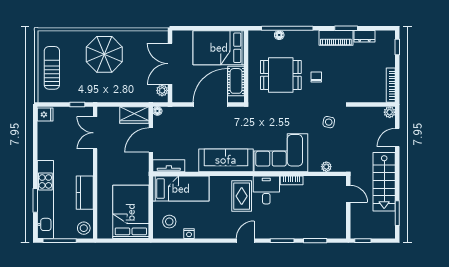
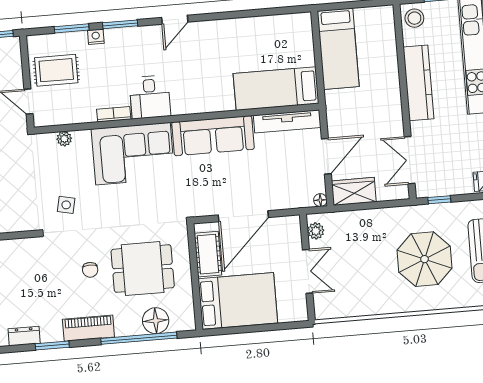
floor lamp: (279, 35) -> (156, 321), width x1.89, depth x1.89
piano: (336, 38) -> (88, 328), moved
parasol: (104, 54) -> (424, 259), moved
double door: (170, 64) -> (308, 271), width x0.73
double door: (95, 133) -> (410, 160), swing flipped
tv unit: (169, 166) -> (287, 121), width x1.41
kitchen counter: (85, 193) -> (418, 83), width x1.50
rug: (242, 196) -> (56, 70), moved, turned 90
bed: (131, 212) -> (338, 49), width x0.67
stool: (169, 222) -> (289, 38), removed
nightstand: (189, 234) -> (96, 37), moved

